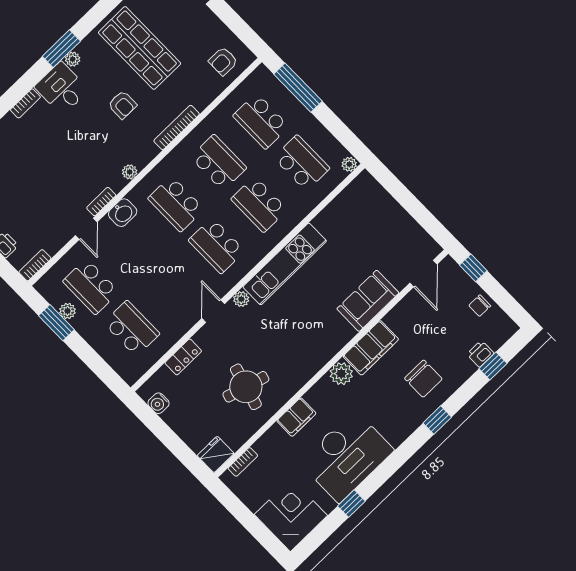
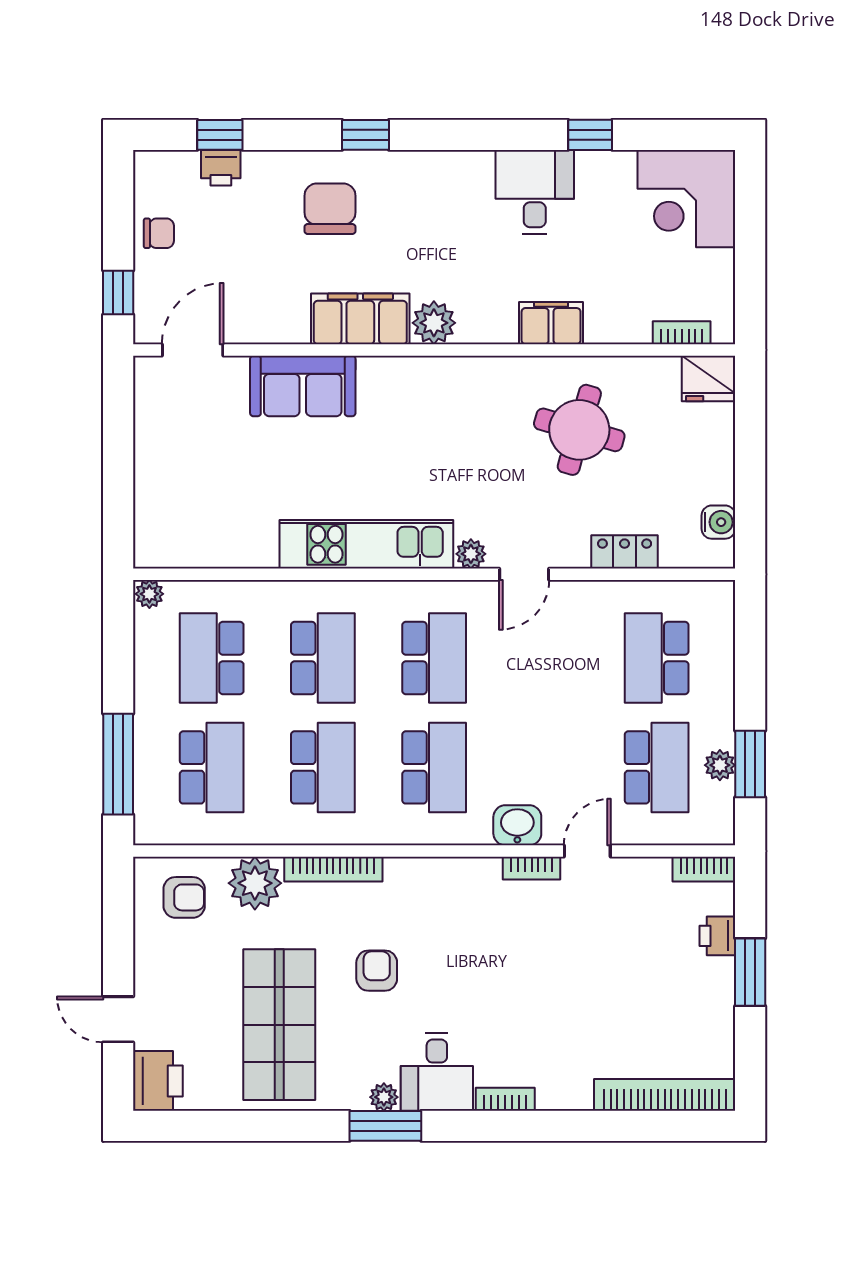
school desk: (218, 162) -> (323, 767), turned 180
plant: (130, 172) -> (255, 883), moved, width x1.88, depth x1.88
desk: (347, 456) -> (535, 192), width x0.53, depth x0.77

